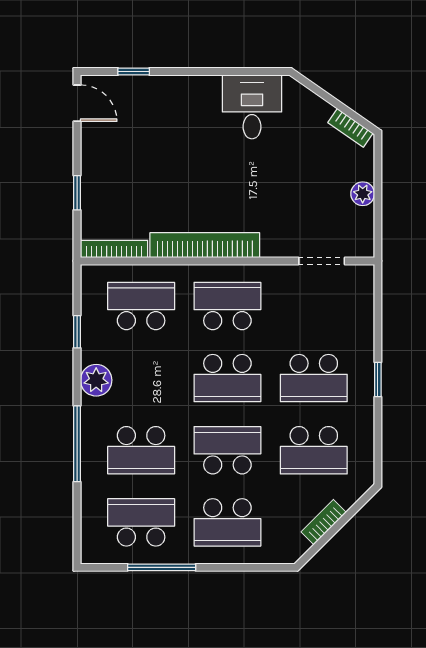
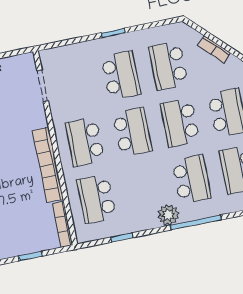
plant: (96, 380) -> (168, 215), moved
school desk: (314, 450) -> (168, 66), turned 180

